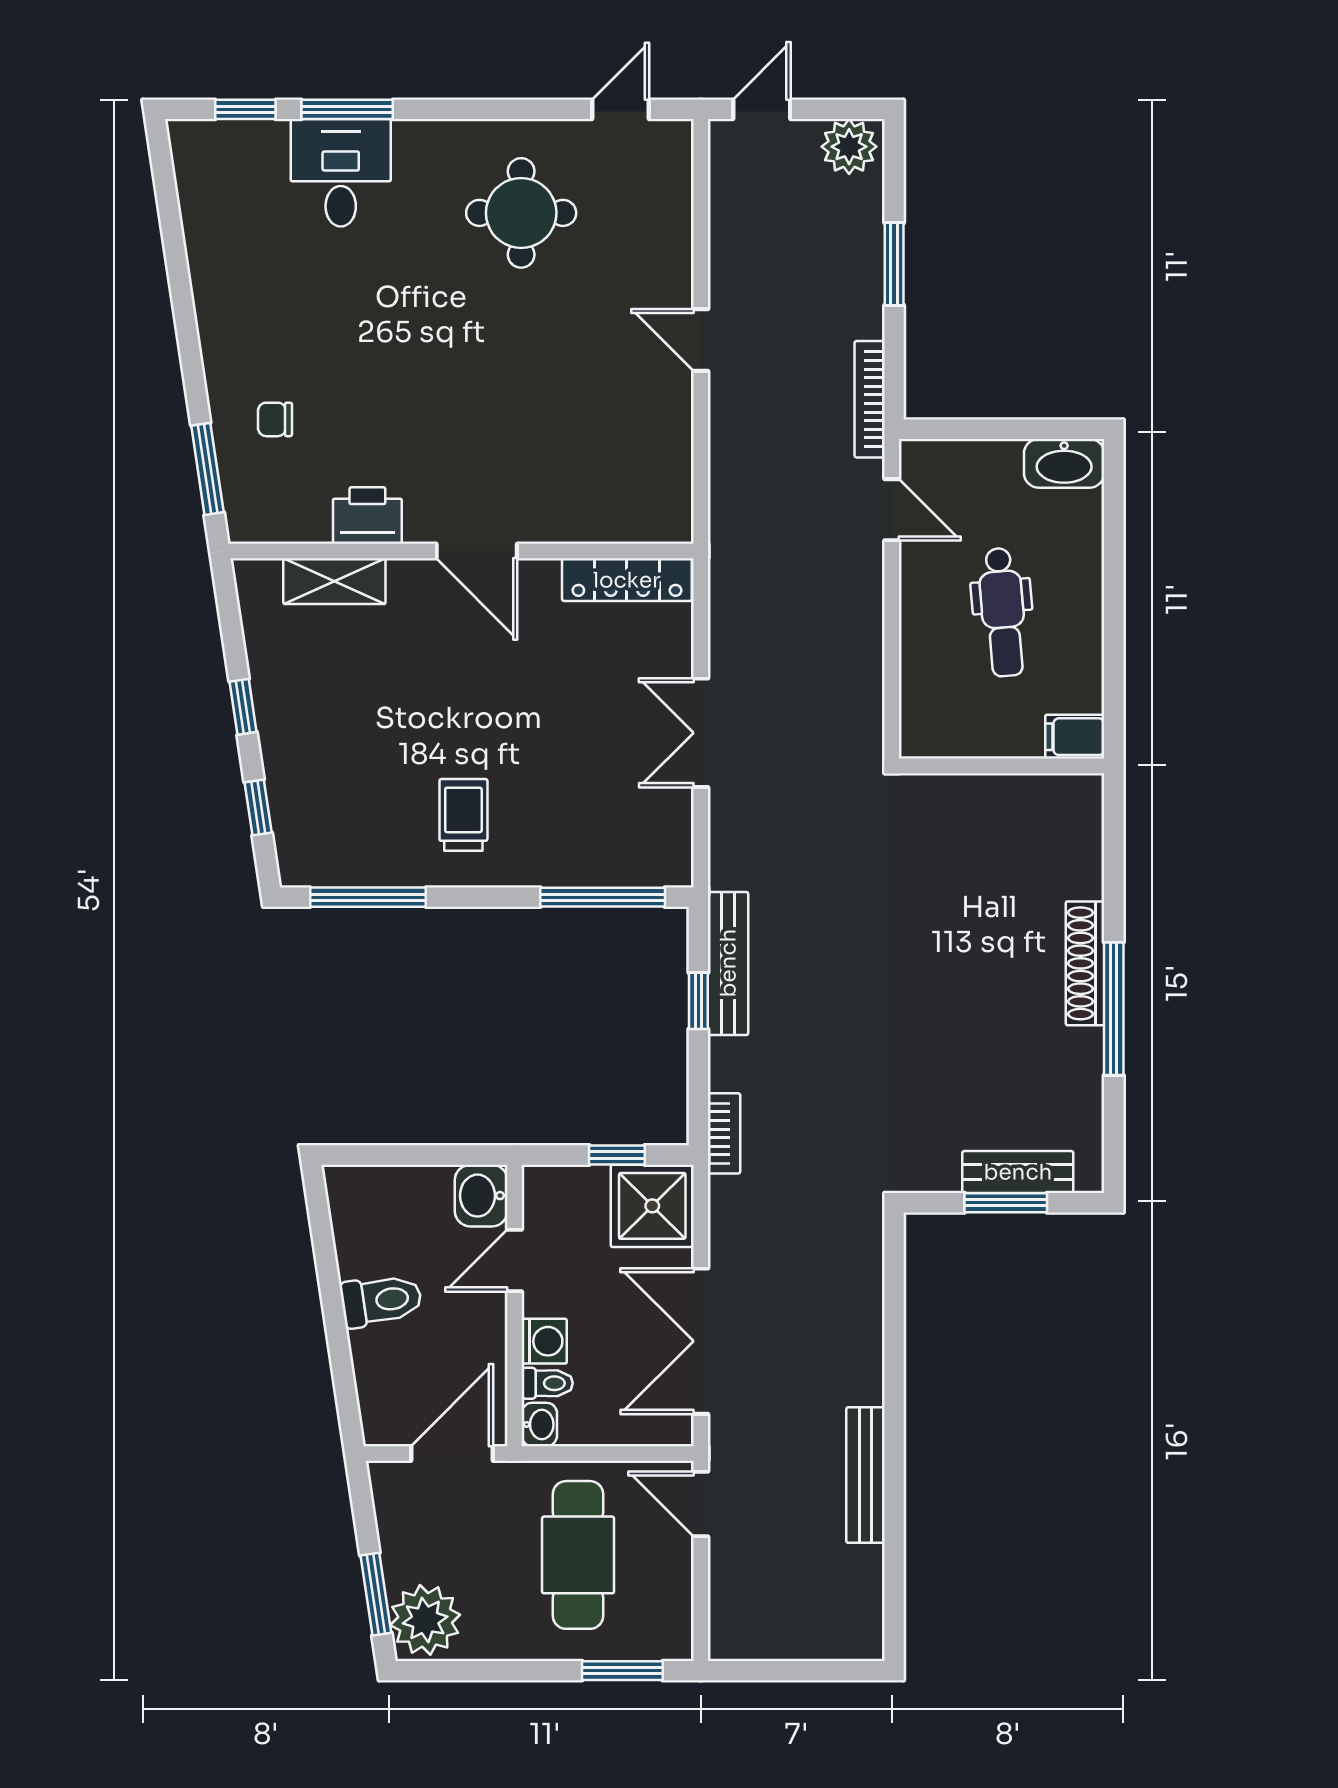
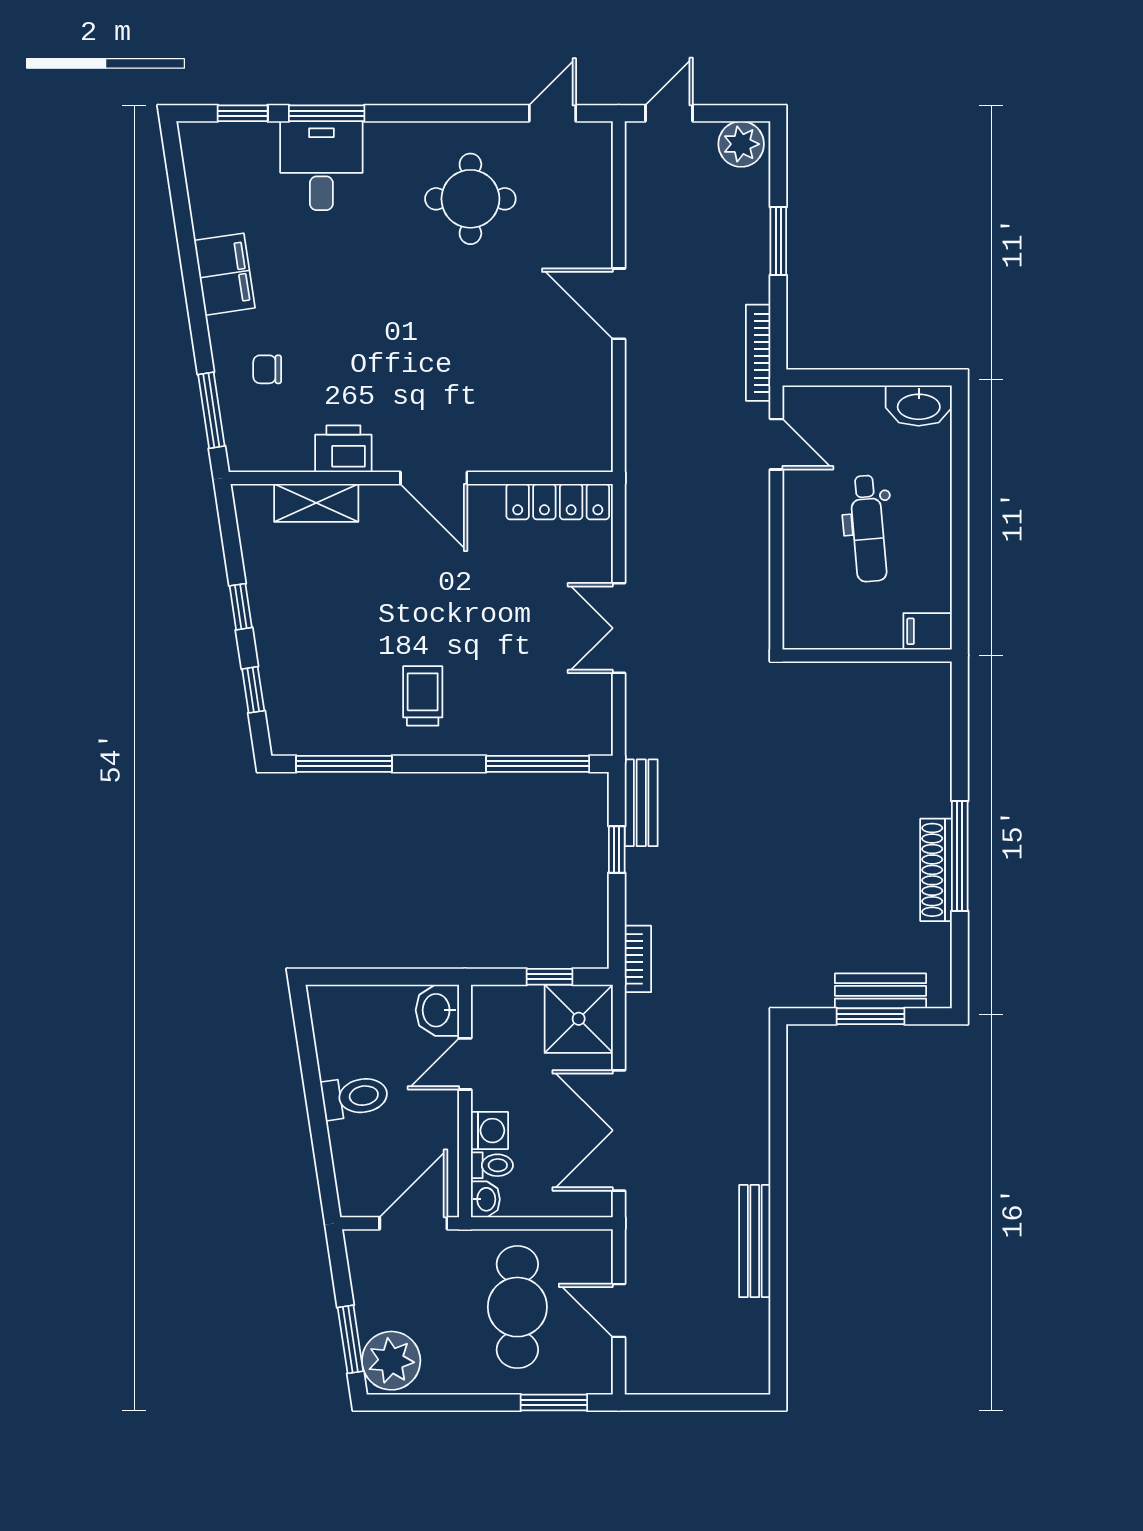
filing cabinet: (223, 304) -> (224, 274), added
door: (701, 340) -> (619, 304), width x1.38
bench: (728, 963) -> (641, 803), width x0.73
shoe rack: (1085, 963) -> (936, 870), moved
door: (701, 1504) -> (619, 1310), moved

